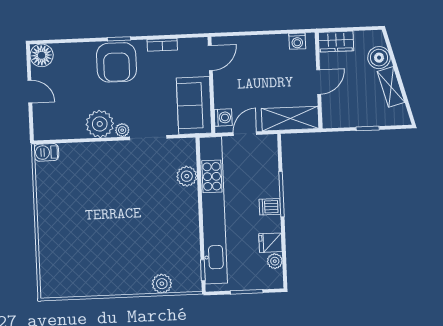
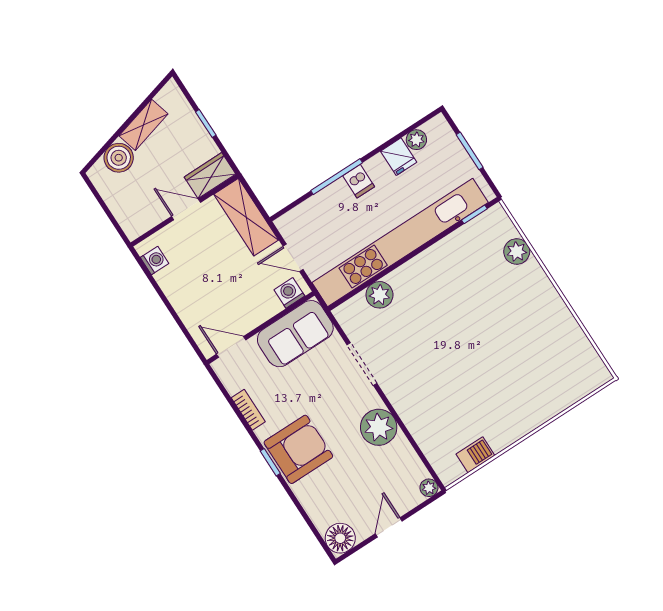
wardrobe: (336, 42) -> (210, 176), moved, turned -90
plant: (122, 130) -> (429, 488), moved
barbecue: (46, 152) -> (475, 455), moved, turned -90

